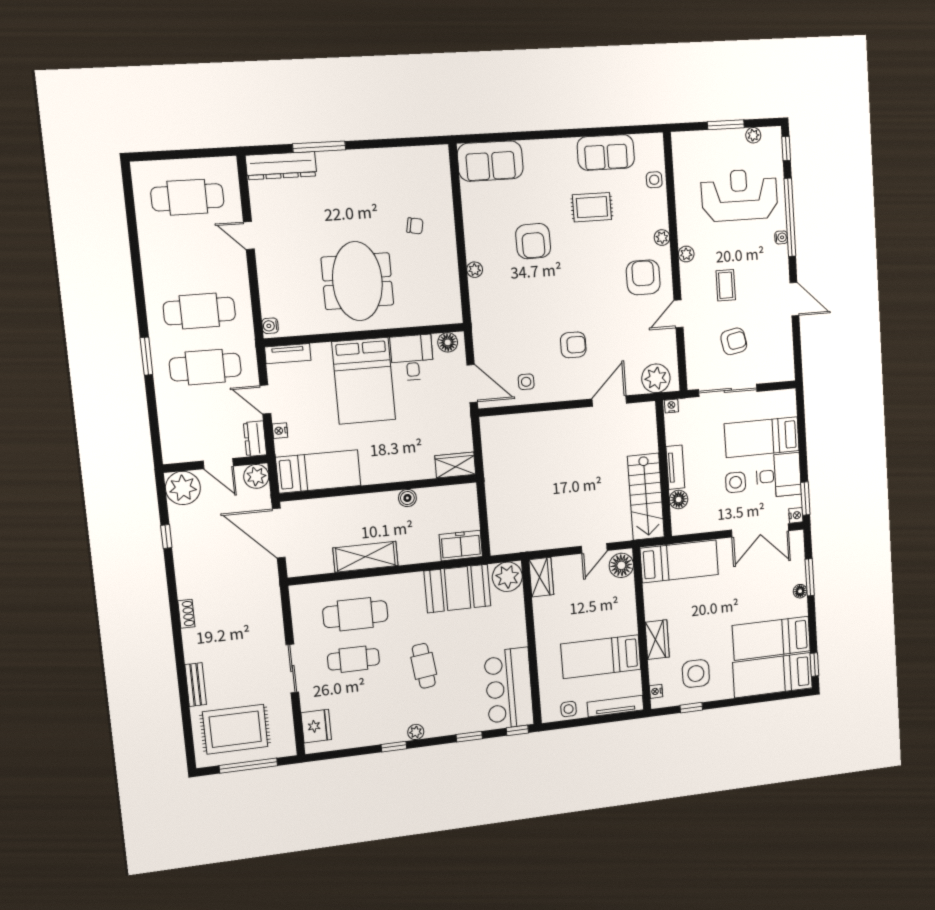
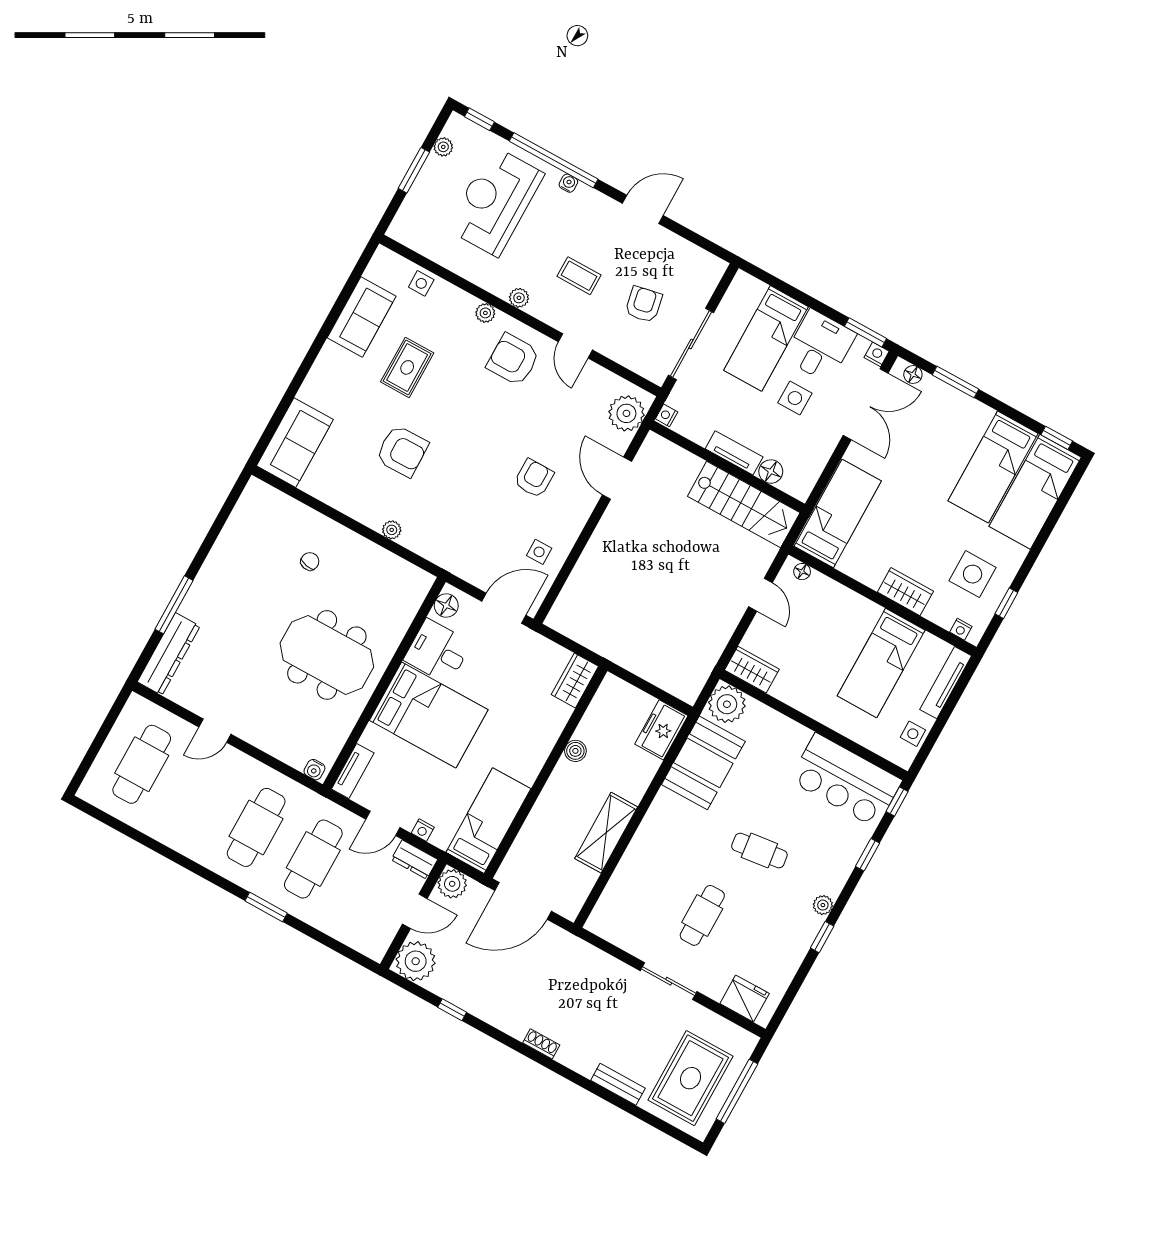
floor lamp: (621, 565) -> (802, 572), width x0.53, depth x0.53
floor lamp: (800, 591) -> (913, 375), moved
cafe table: (355, 614) -> (657, 882), removed

